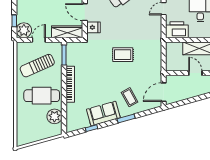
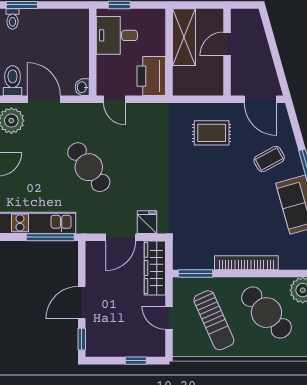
plant: (24, 30) -> (152, 344), removed
rug: (123, 55) -> (212, 133), moved, turned 90
cafe table: (42, 96) -> (266, 313), turned -43

